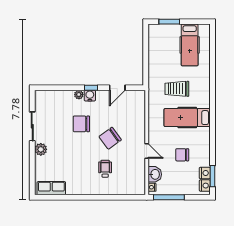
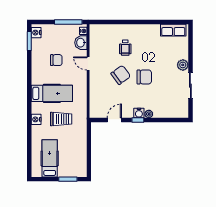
chair: (81, 124) -> (144, 77), moved
nightstand: (205, 173) -> (36, 119), moved

